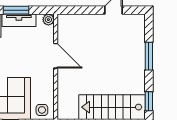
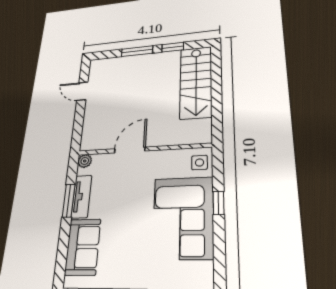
window: (149, 101) -> (173, 47), moved

